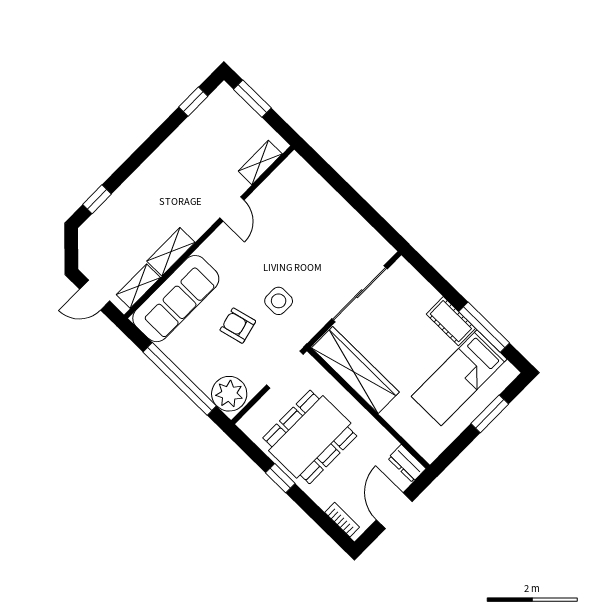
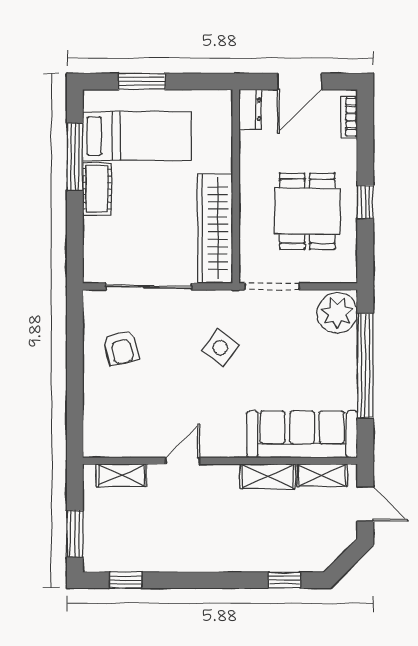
side table: (279, 301) -> (220, 348), turned 36
armchair: (238, 326) -> (121, 347), moved
dining table: (310, 437) -> (307, 211), width x0.73

